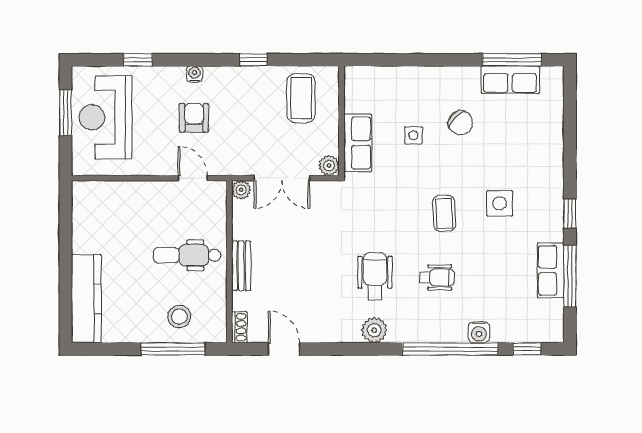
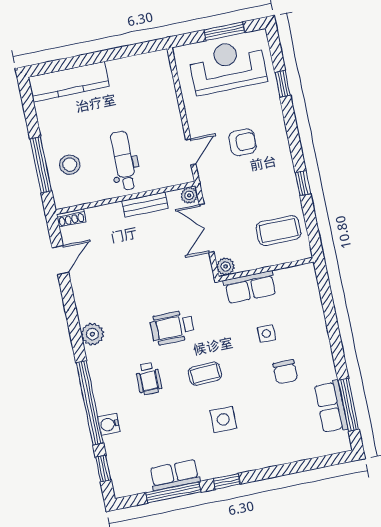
water cooler: (195, 74) -> (280, 135), removed
chair: (461, 123) -> (285, 372), turned -45
bench: (241, 266) -> (145, 205), moved
wheelchair: (375, 276) -> (172, 328), moved, turned 180

